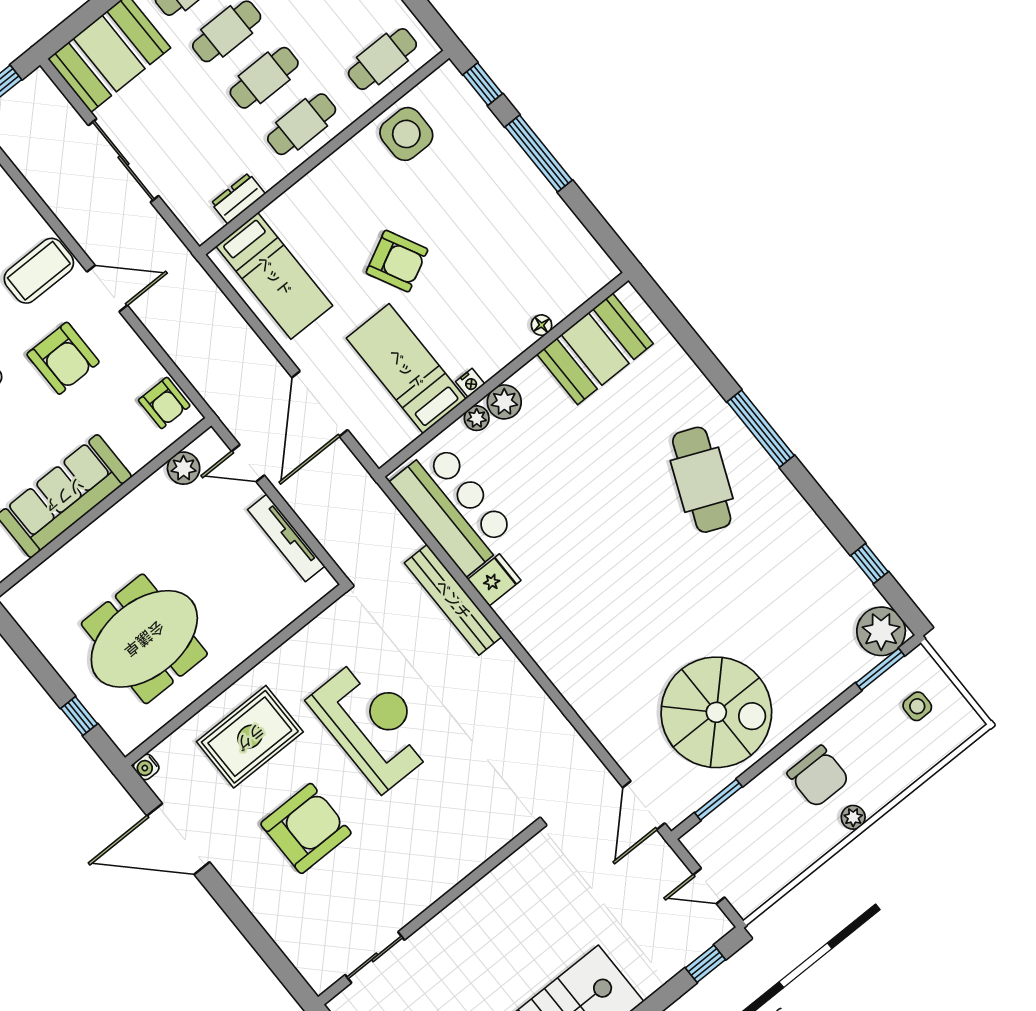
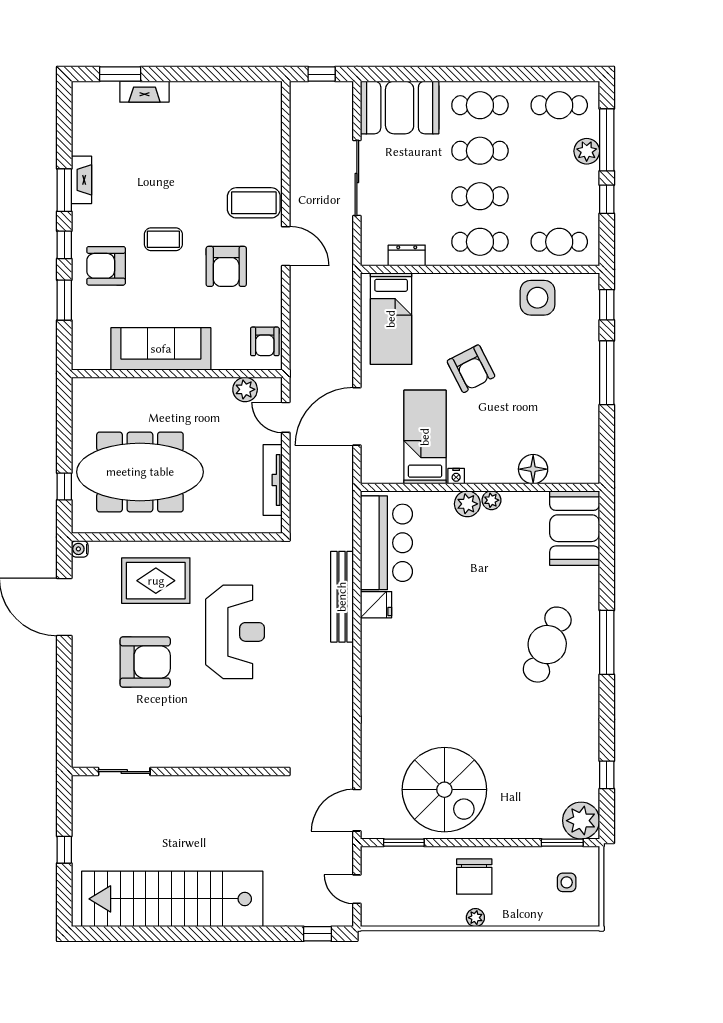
floor lamp: (542, 325) -> (533, 469), width x1.89, depth x1.89
booth: (595, 349) -> (575, 528), moved, turned 90
plant: (477, 418) -> (491, 500), moved
meeting table: (144, 639) -> (140, 472), width x1.36

